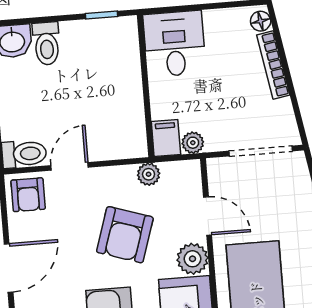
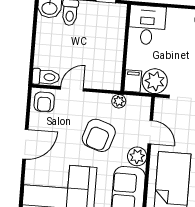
plant: (193, 143) -> (155, 81), width x1.87, depth x1.87

